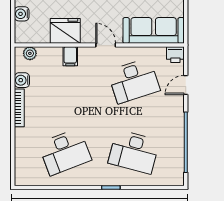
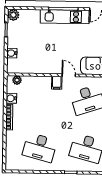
fridge: (65, 31) -> (41, 65), removed
filing cabinet: (70, 56) -> (57, 83), moved
desk: (65, 152) -> (40, 148), turned 36

